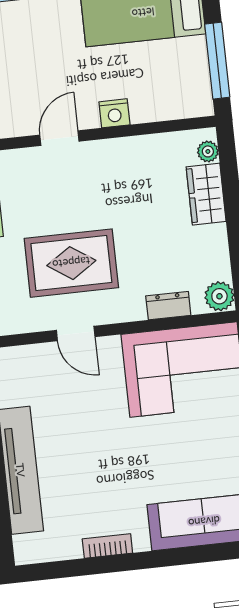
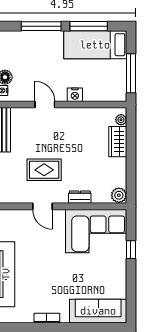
door: (59, 138) -> (45, 104), hinge flipped
rug: (71, 263) -> (44, 170), width x0.73, depth x0.70
dresser: (168, 306) -> (80, 197), moved

